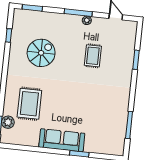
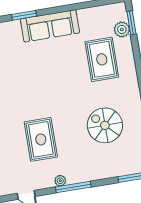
spiral stairs: (41, 53) -> (105, 125), turned 90
rug: (93, 56) -> (41, 139), width x1.36, depth x1.43

